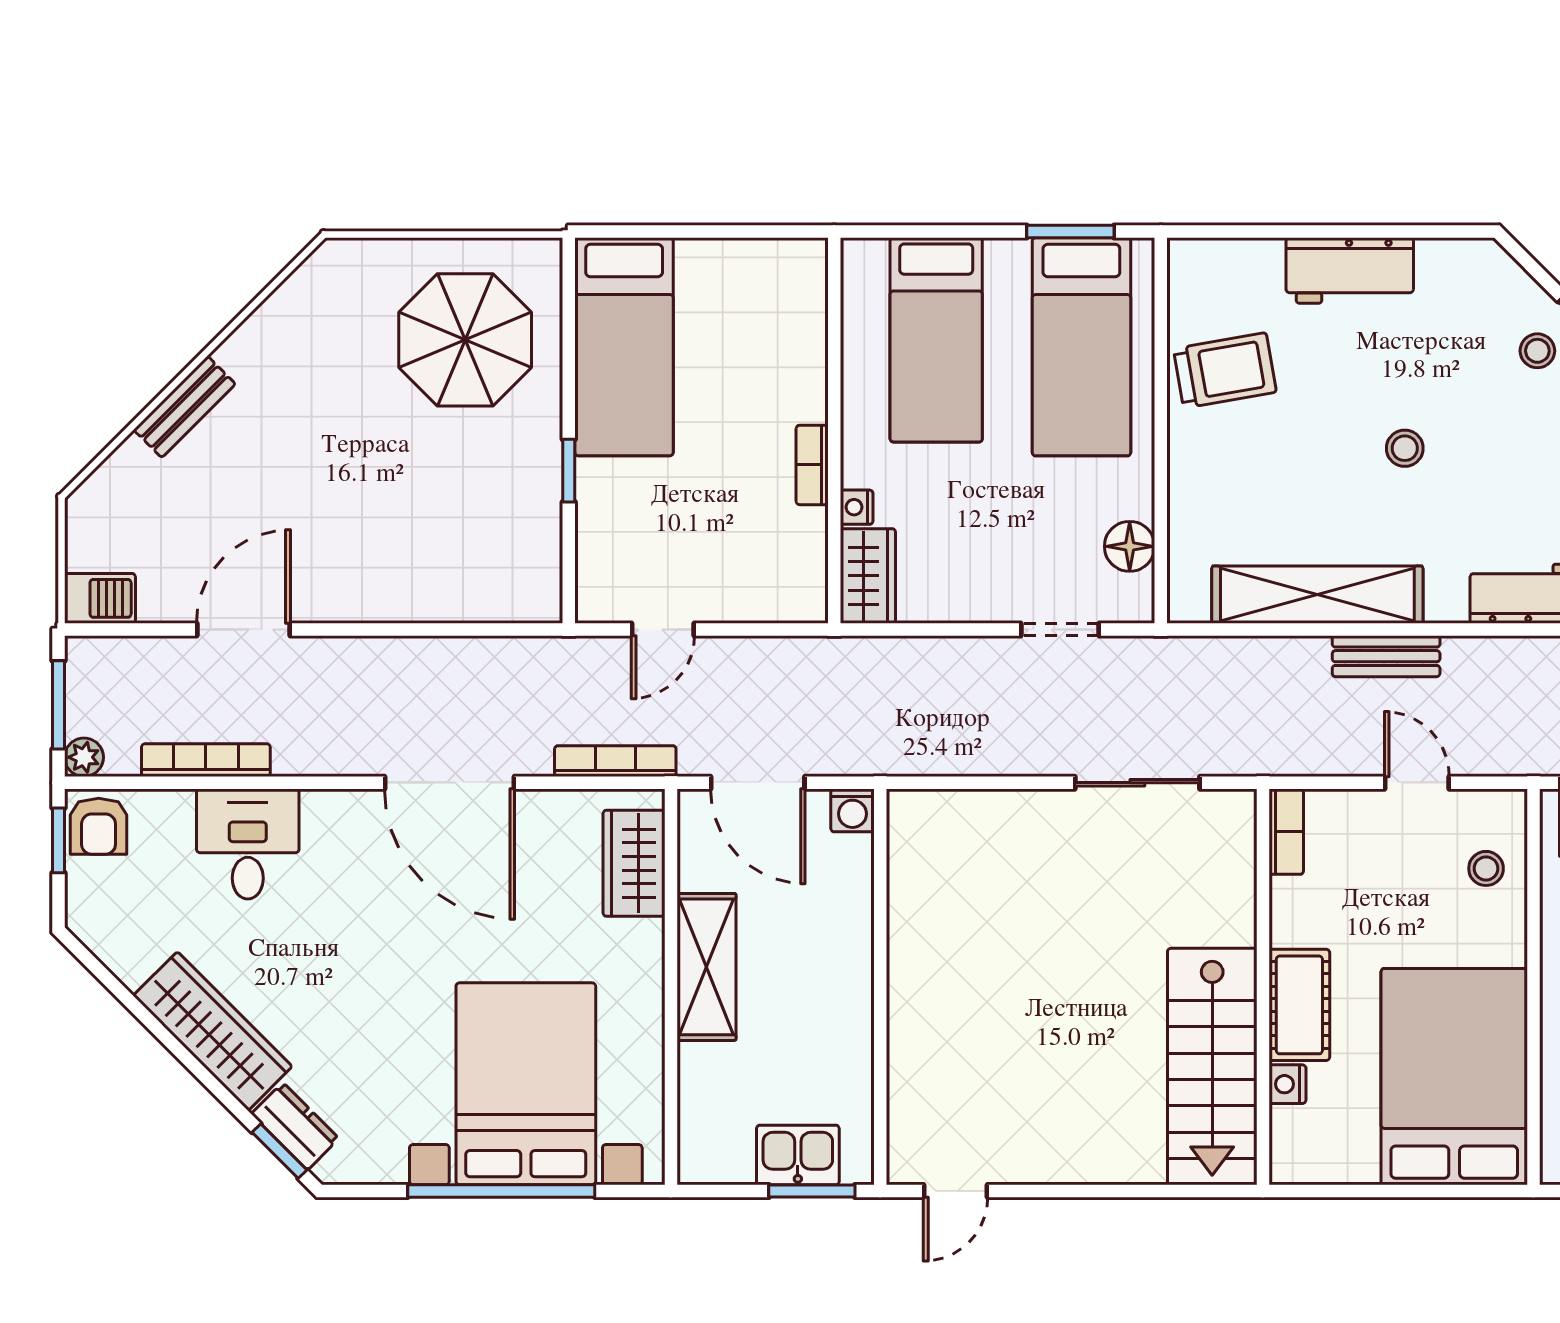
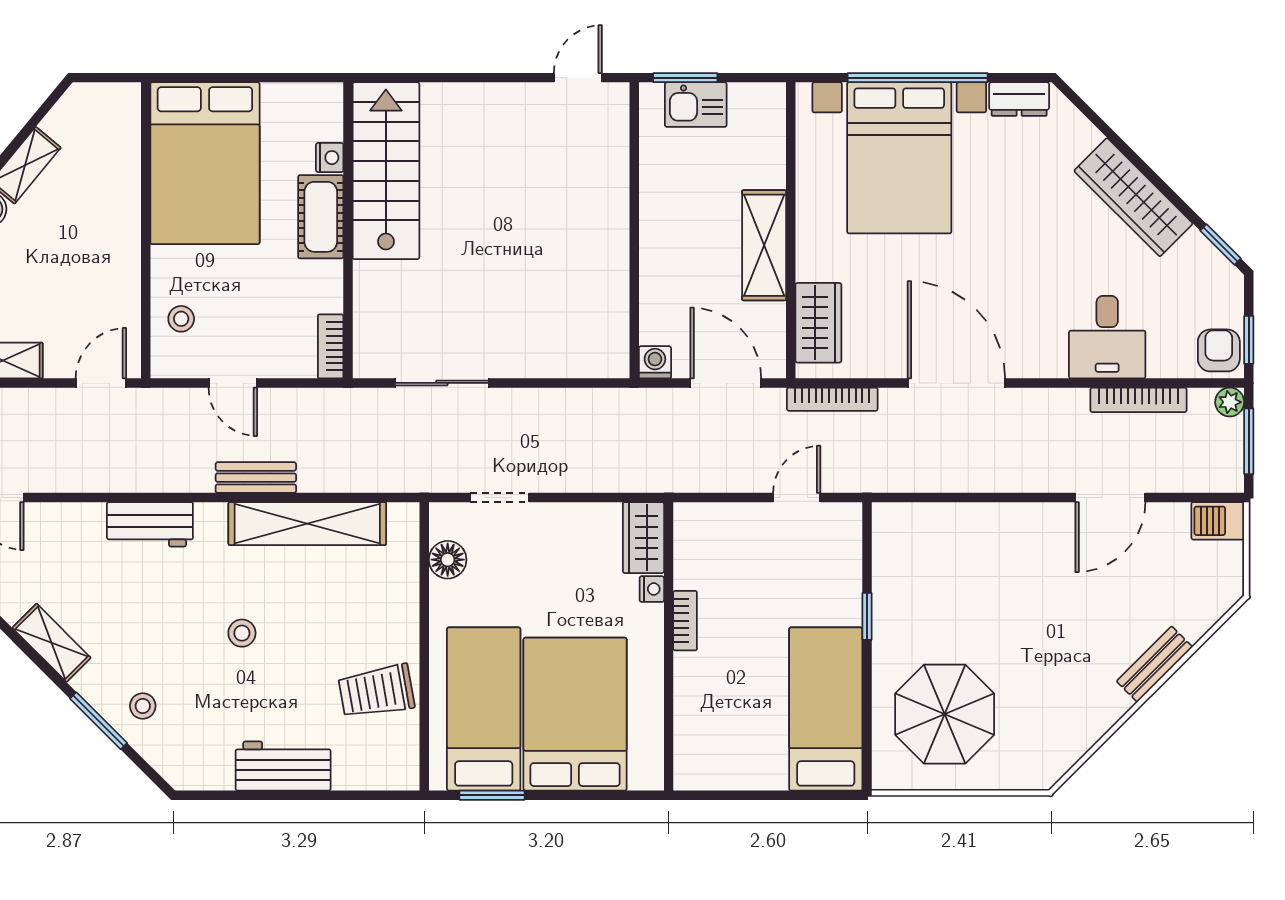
bed: (936, 340) -> (575, 714), width x1.50
dresser: (295, 1126) -> (1019, 99), moved, turned -45
window: (280, 1151) -> (1220, 245), moved

